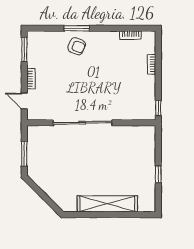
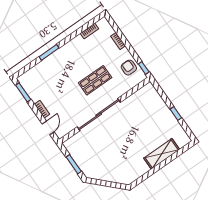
armchair: (77, 46) -> (129, 68), moved, turned -112
shop shelf: (102, 87) -> (95, 80), added
door: (24, 101) -> (48, 128), swing flipped
shelving: (107, 204) -> (162, 154), width x0.68

